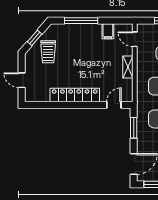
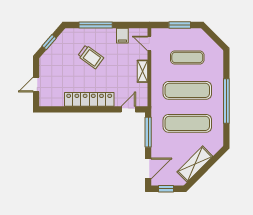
trolley: (48, 52) -> (91, 57), moved, turned -54
door: (22, 80) -> (36, 85), hinge flipped
window: (134, 128) -> (148, 132), width x1.44

